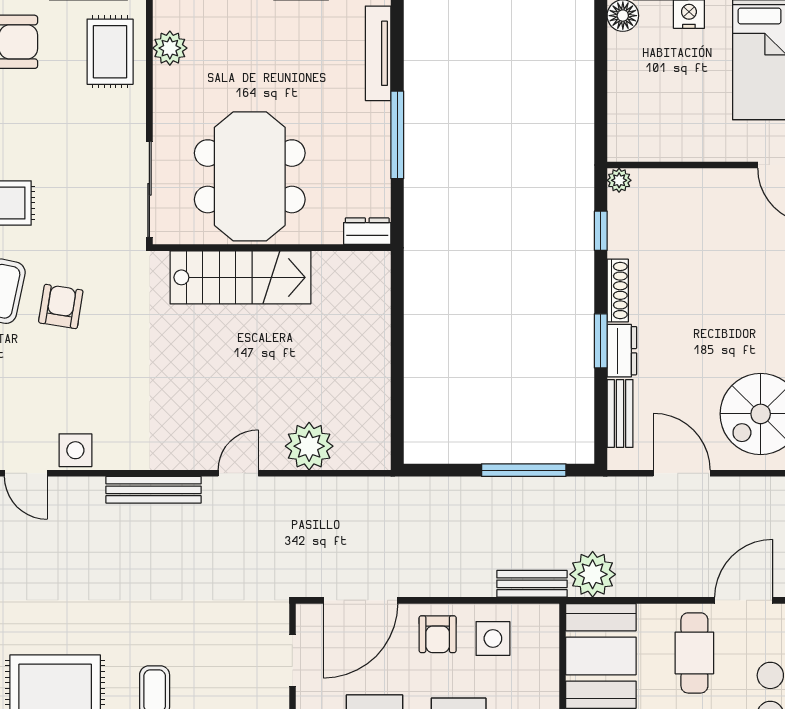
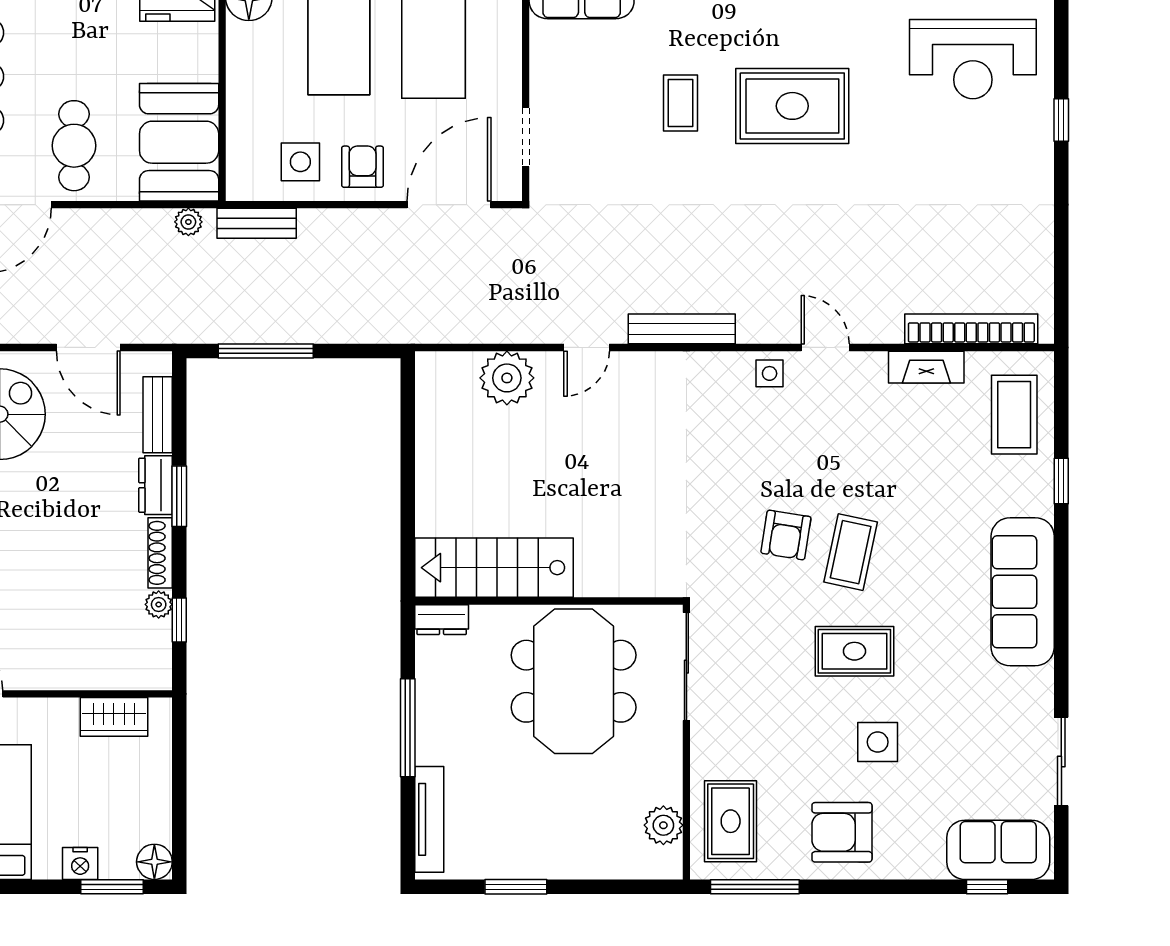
wardrobe: (659, 145) -> (114, 717), added
plant: (619, 180) -> (159, 604), moved
stairs: (240, 277) -> (494, 568), moved
side table: (75, 450) -> (770, 373), width x0.73, depth x0.73
plant: (593, 574) -> (188, 222), width x0.53, depth x0.53

